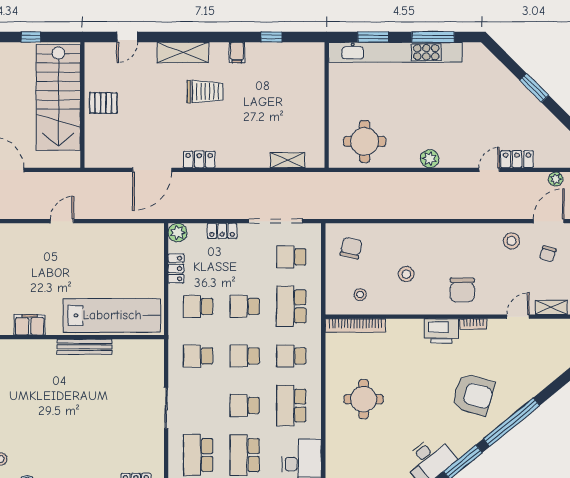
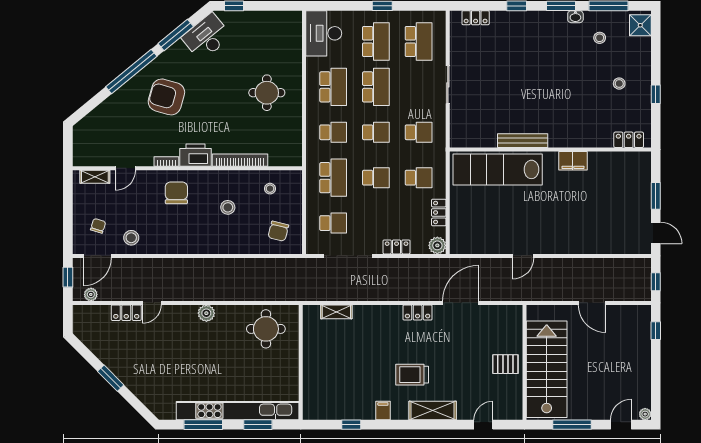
window: (31, 37) -> (572, 425), width x2.17
door: (62, 221) -> (523, 256), moved
bookcase: (355, 326) -> (240, 160), moved
school desk: (245, 405) -> (376, 87), width x1.85

